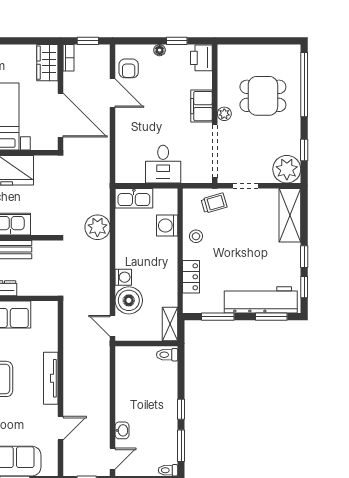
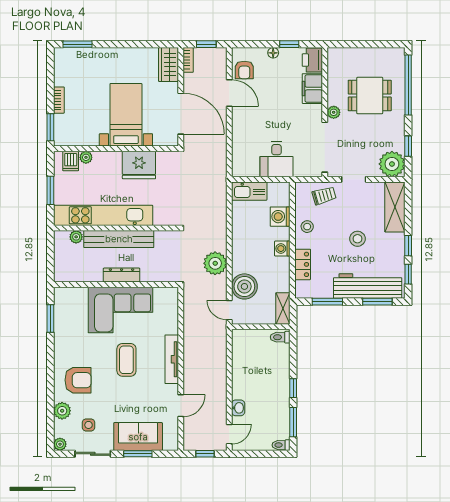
filing cabinet: (201, 106) -> (312, 89), moved
plant: (97, 227) -> (215, 263), moved
stool: (250, 249) -> (357, 239), added
washing machine: (123, 277) -> (282, 249), moved, turned 180

